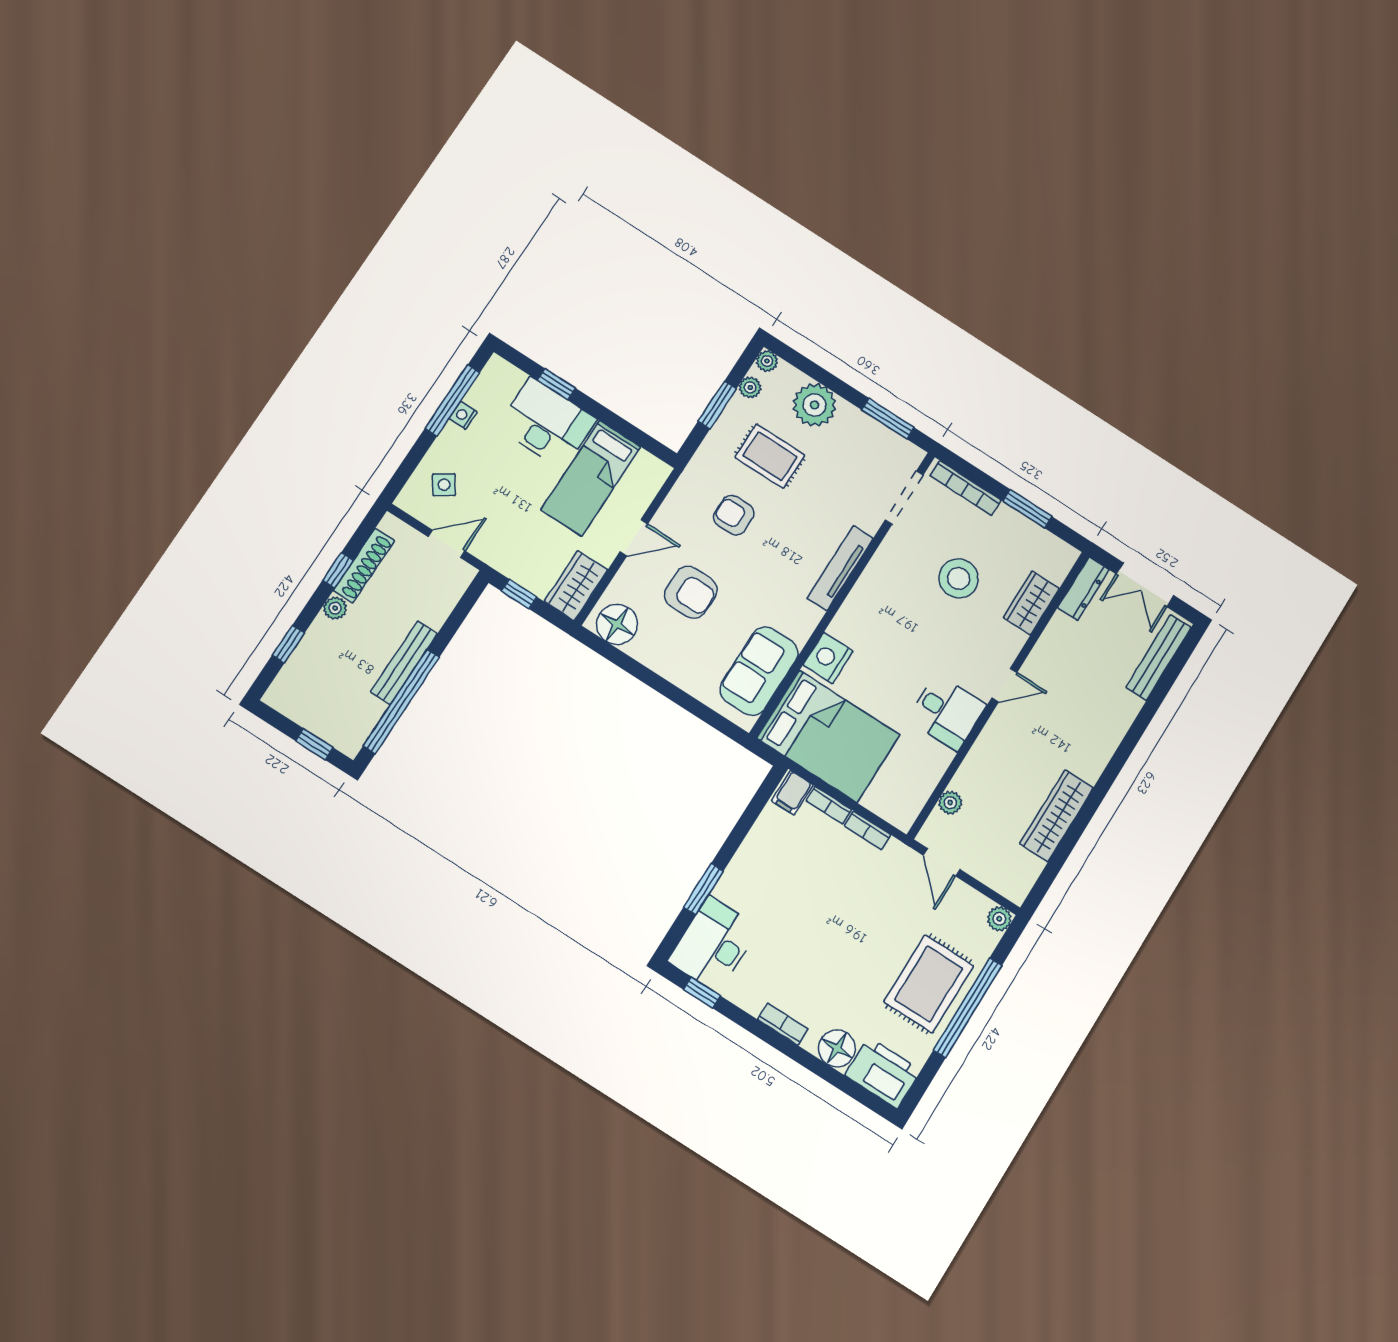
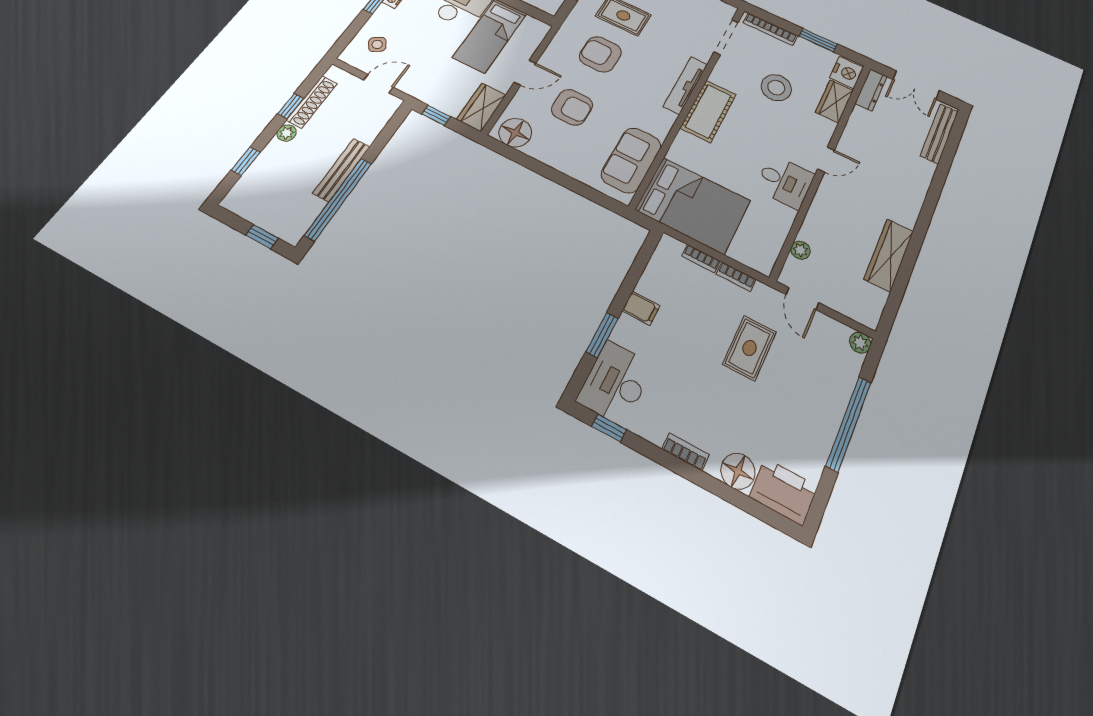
armchair: (734, 515) -> (600, 54), width x1.38, depth x1.38
cot: (865, 608) -> (708, 111), added
nightstand: (828, 658) -> (847, 73), moved, turned 180
filing cabinet: (792, 793) -> (641, 308), moved, turned -90
rug: (929, 984) -> (750, 348), moved, width x0.73, depth x0.70

